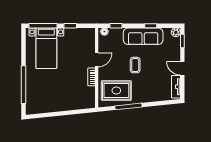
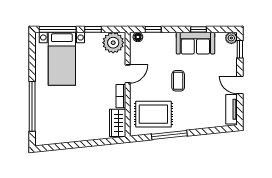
plant: (86, 36) -> (113, 43), added
sofa: (143, 36) -> (195, 43), width x0.73
wardrobe: (89, 97) -> (118, 123), added

